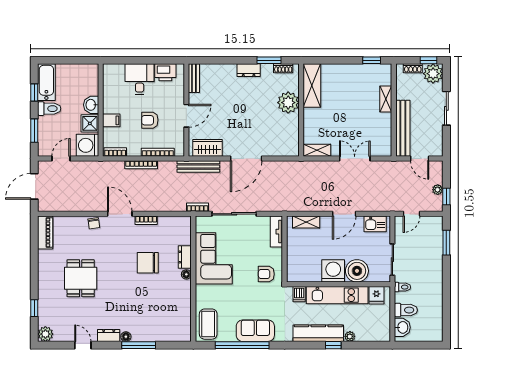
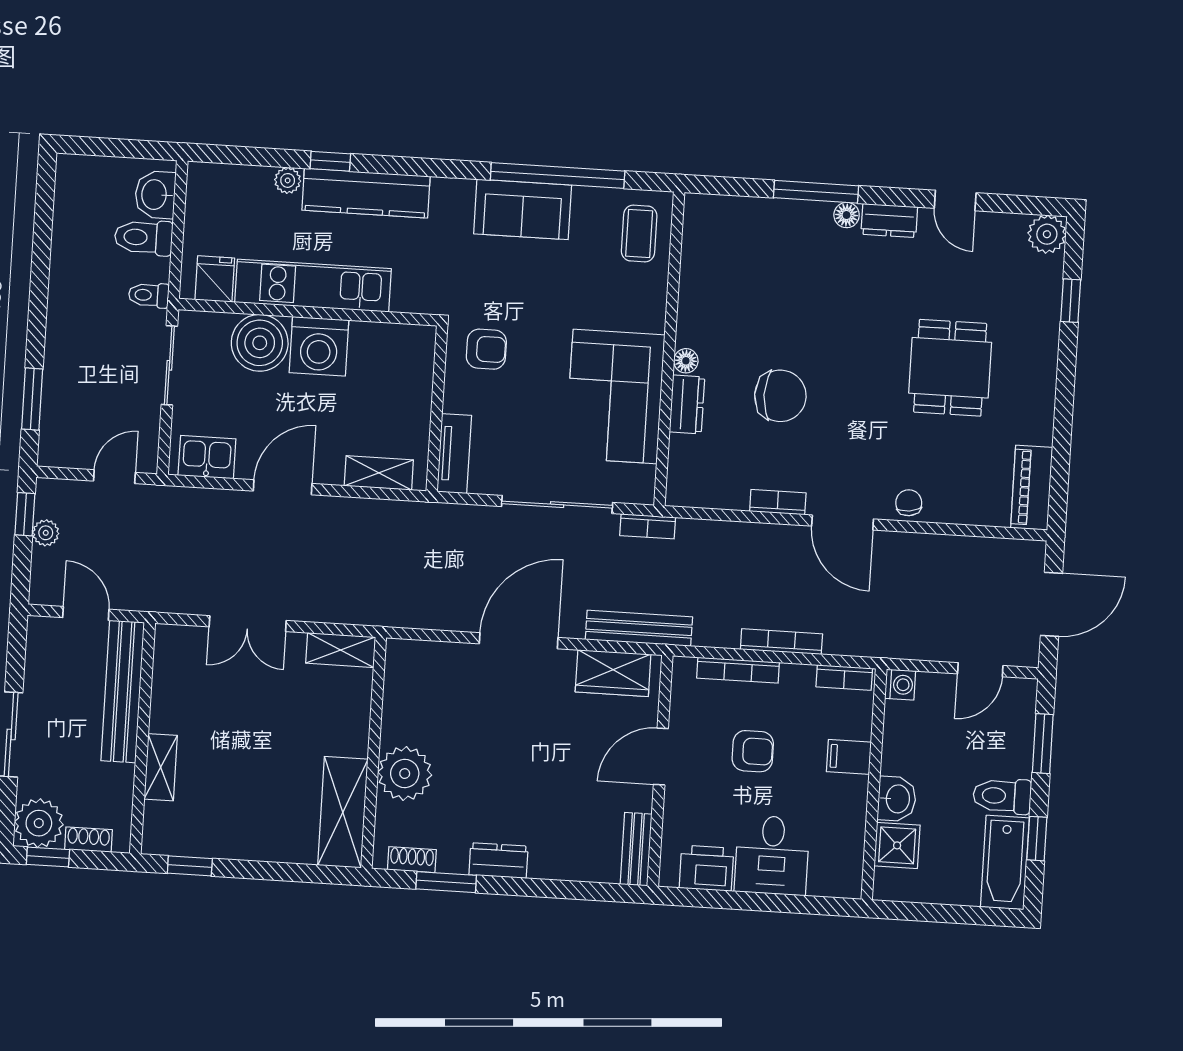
shower: (90, 123) -> (897, 845), moved
washing machine: (87, 145) -> (900, 685), width x0.53, depth x0.53
dishwasher: (299, 294) -> (407, 294), removed
coffee table: (208, 324) -> (639, 234), width x0.73, depth x0.77

